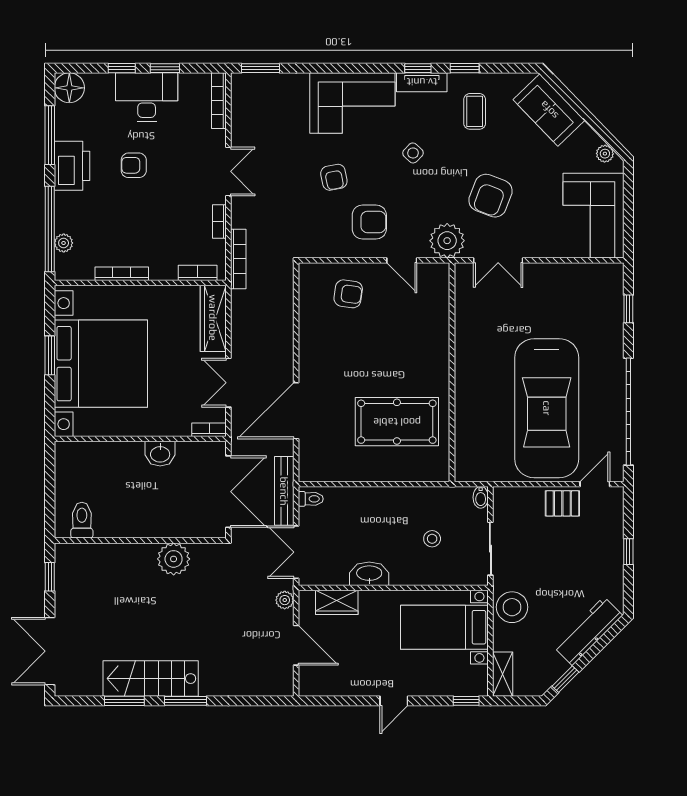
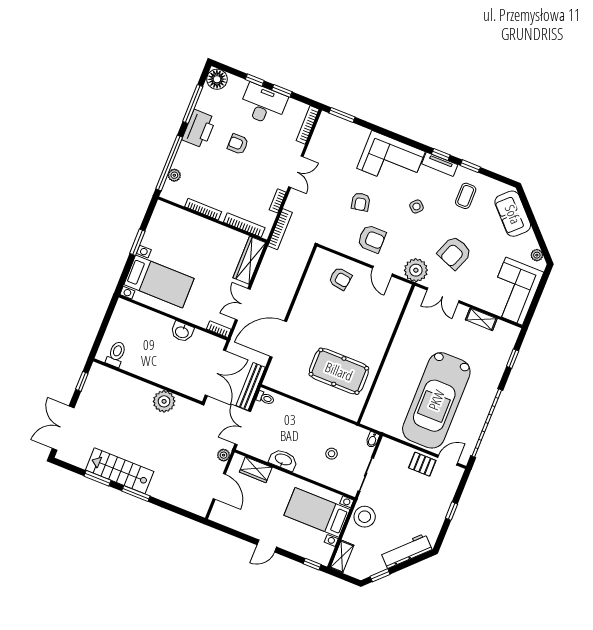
shelving: (564, 272) -> (481, 319), added
bookcase: (198, 273) -> (244, 225), width x1.56
bed with nightstands: (101, 364) -> (159, 281), width x0.54

